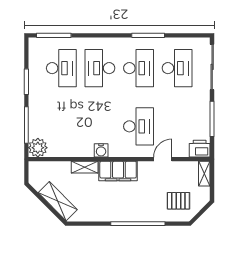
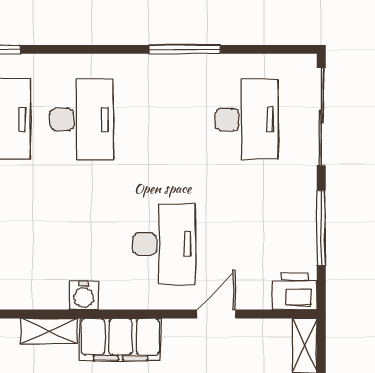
desk: (100, 68) -> (81, 119), turned 180
desk: (138, 68) -> (164, 119), removed

